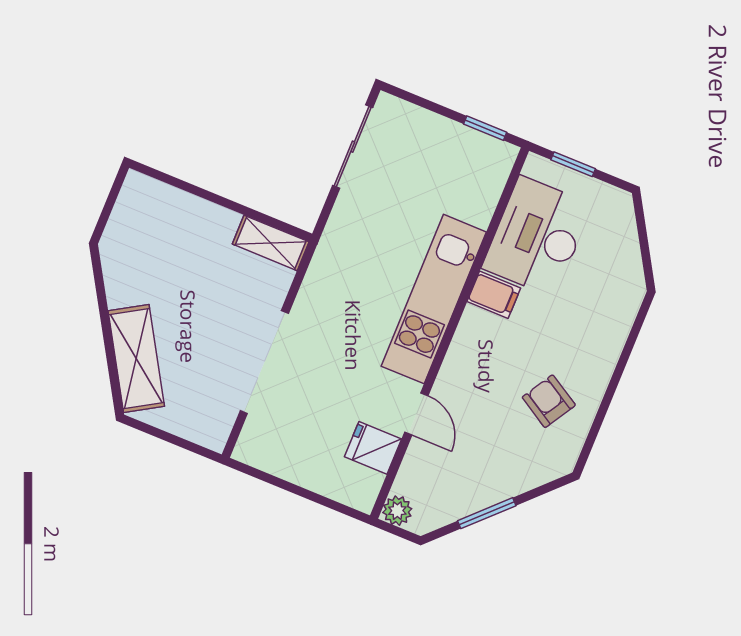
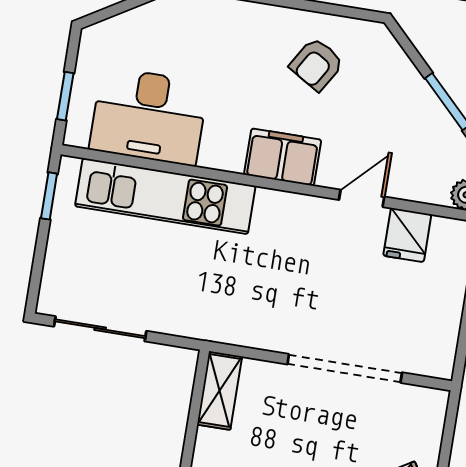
filing cabinet: (494, 295) -> (283, 157), moved, width x2.00
kitchen unit: (434, 299) -> (165, 196), moved

